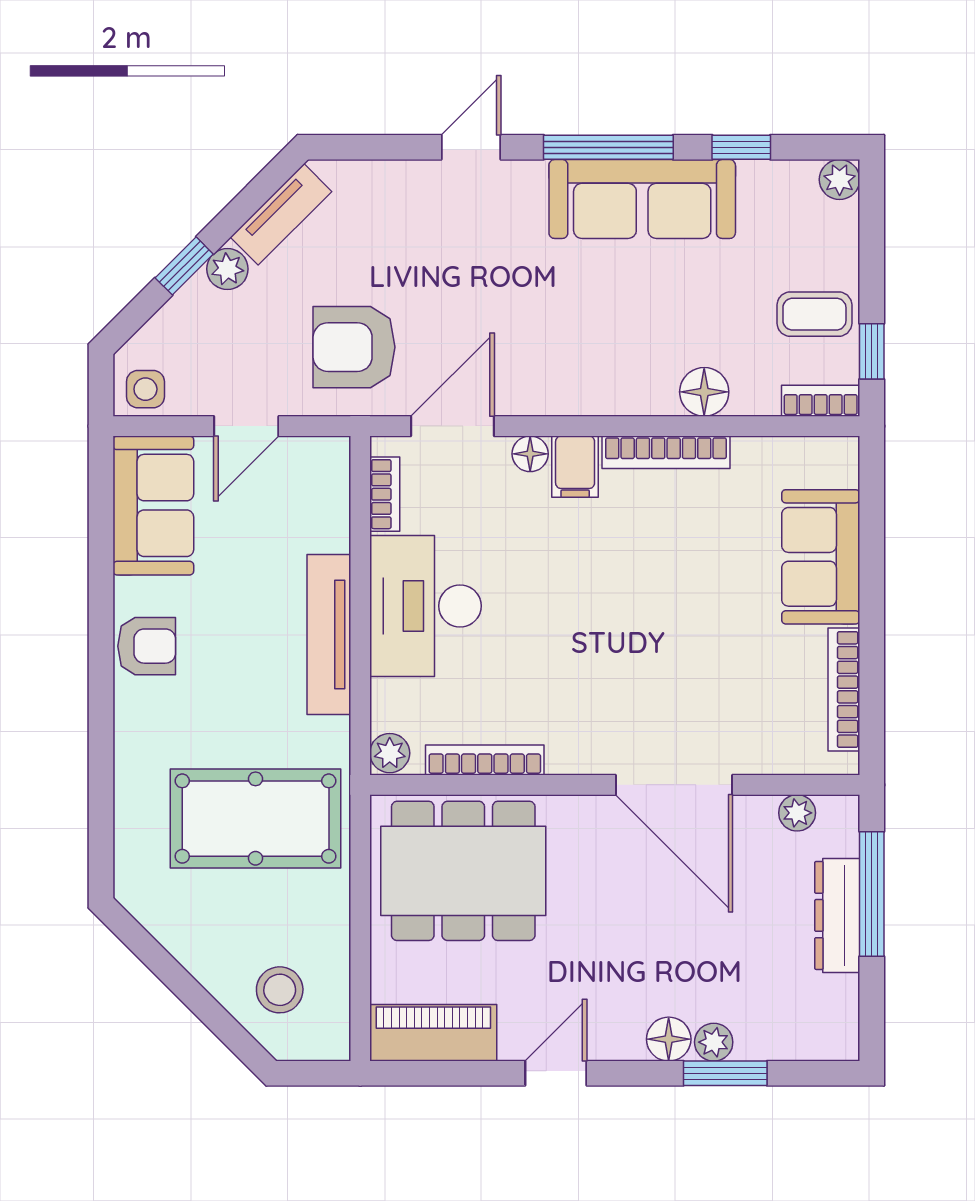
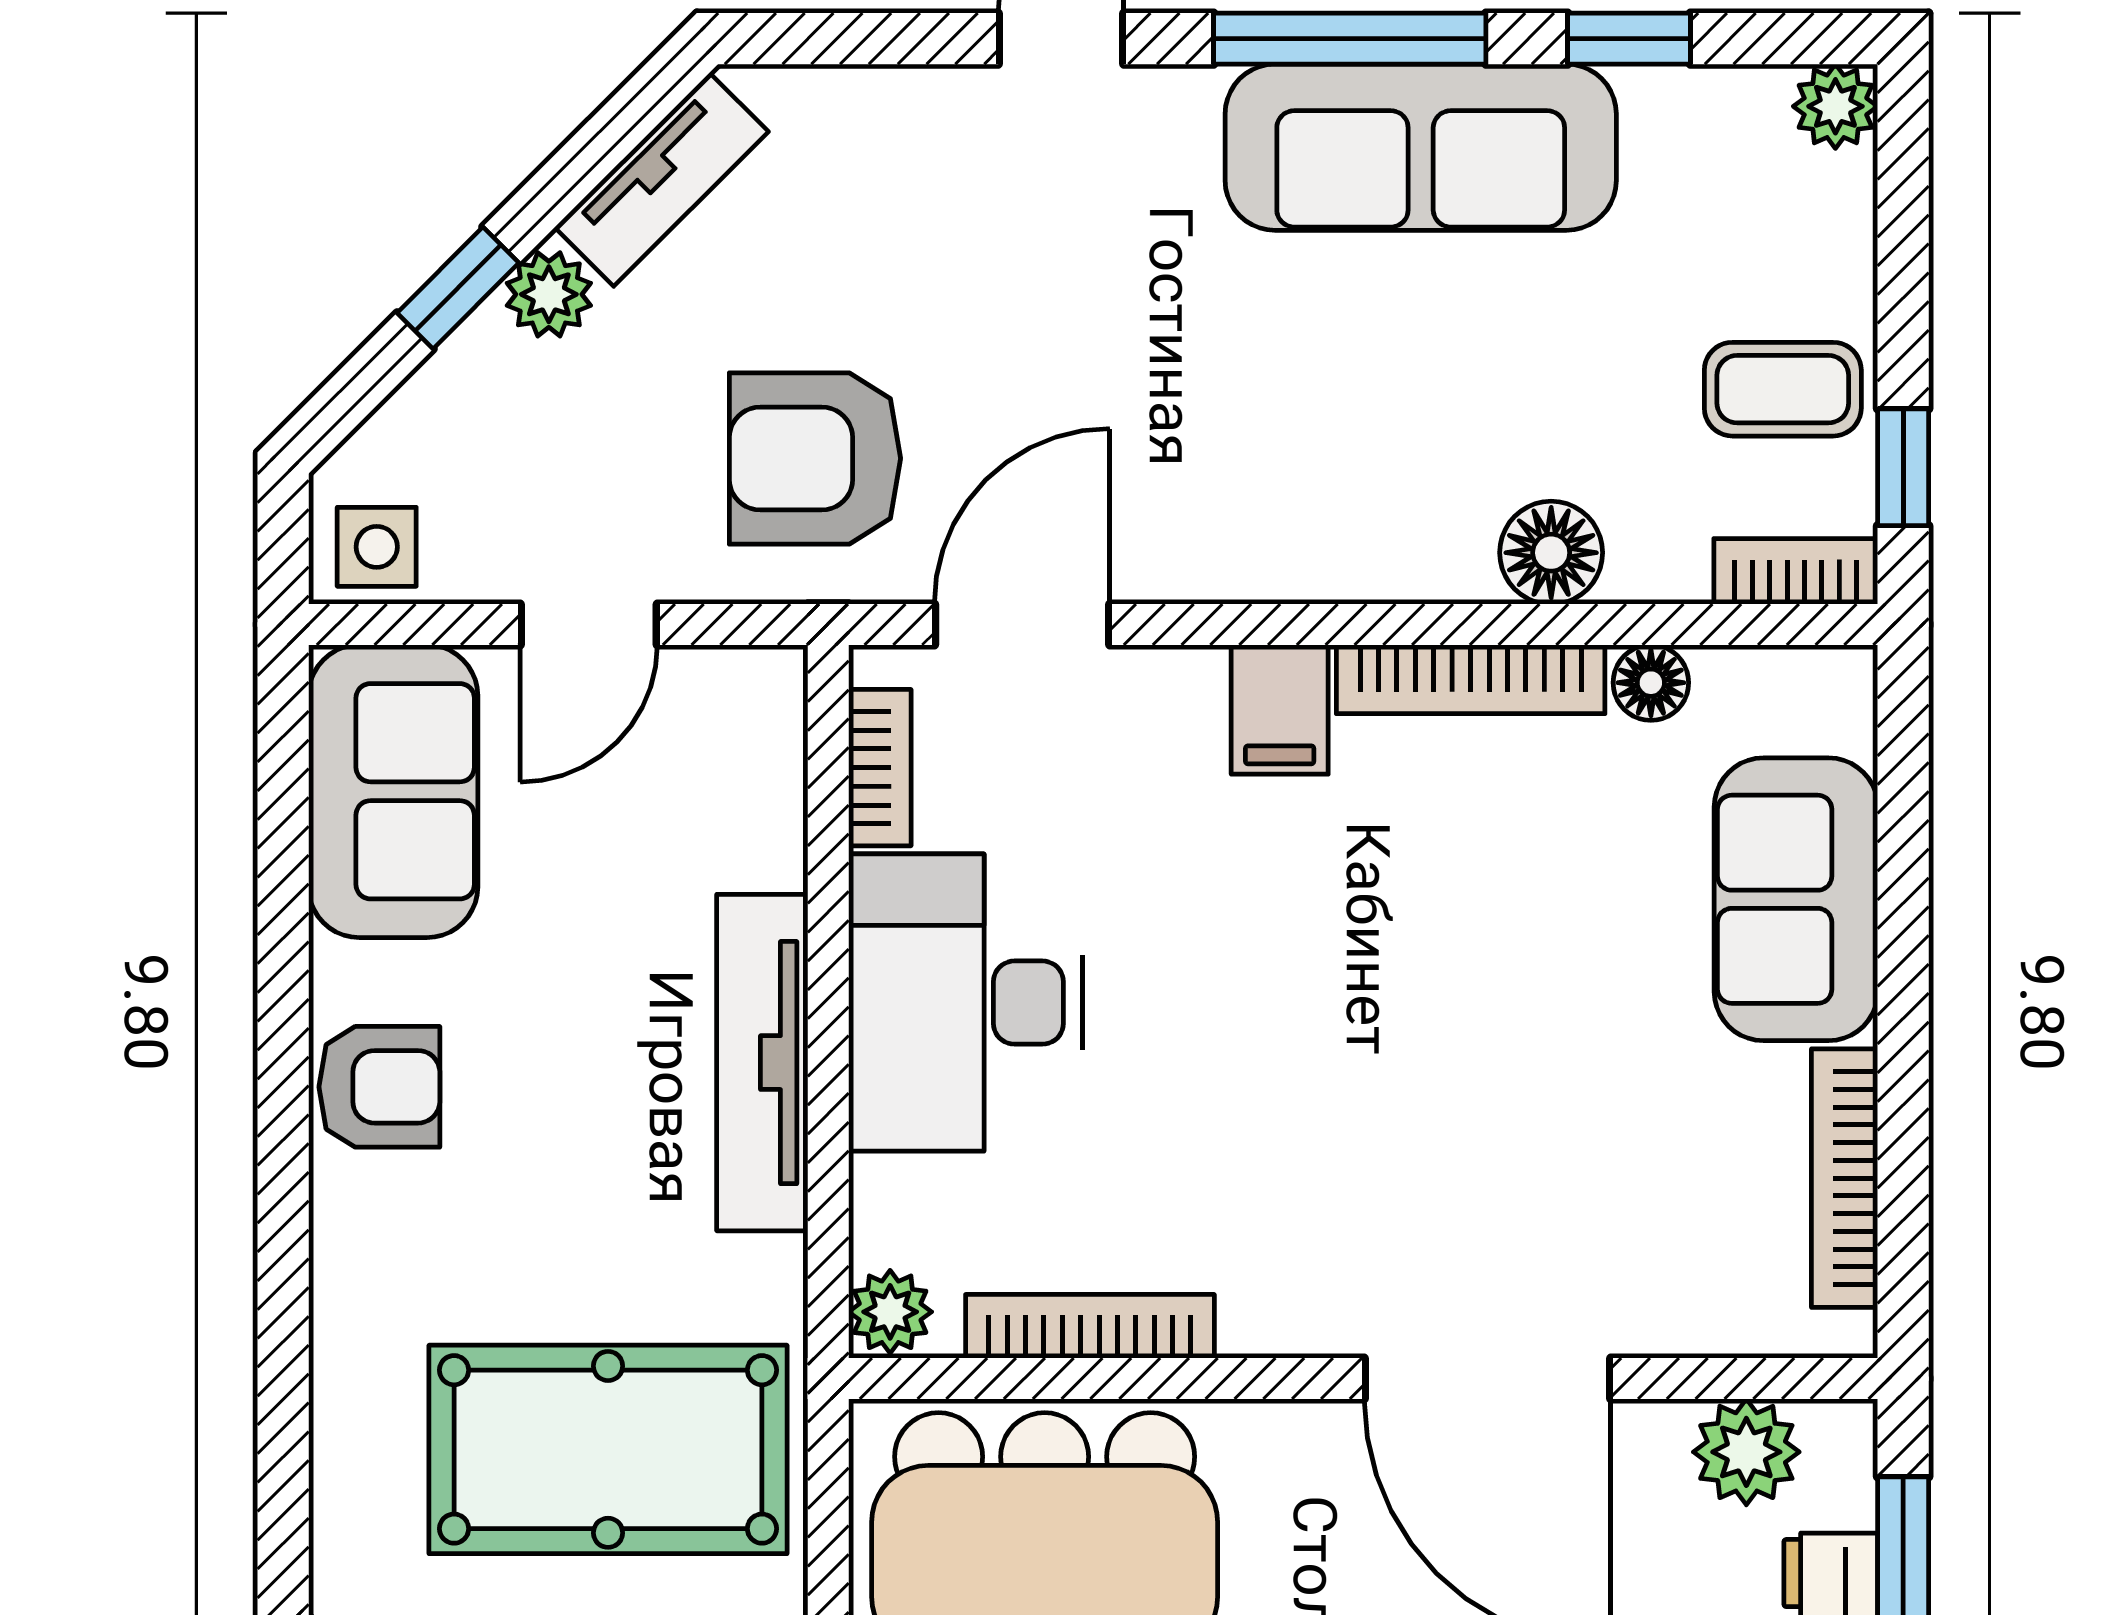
floor lamp: (530, 454) -> (1651, 683), moved
plant: (797, 813) -> (1746, 1452), width x1.38, depth x1.38

